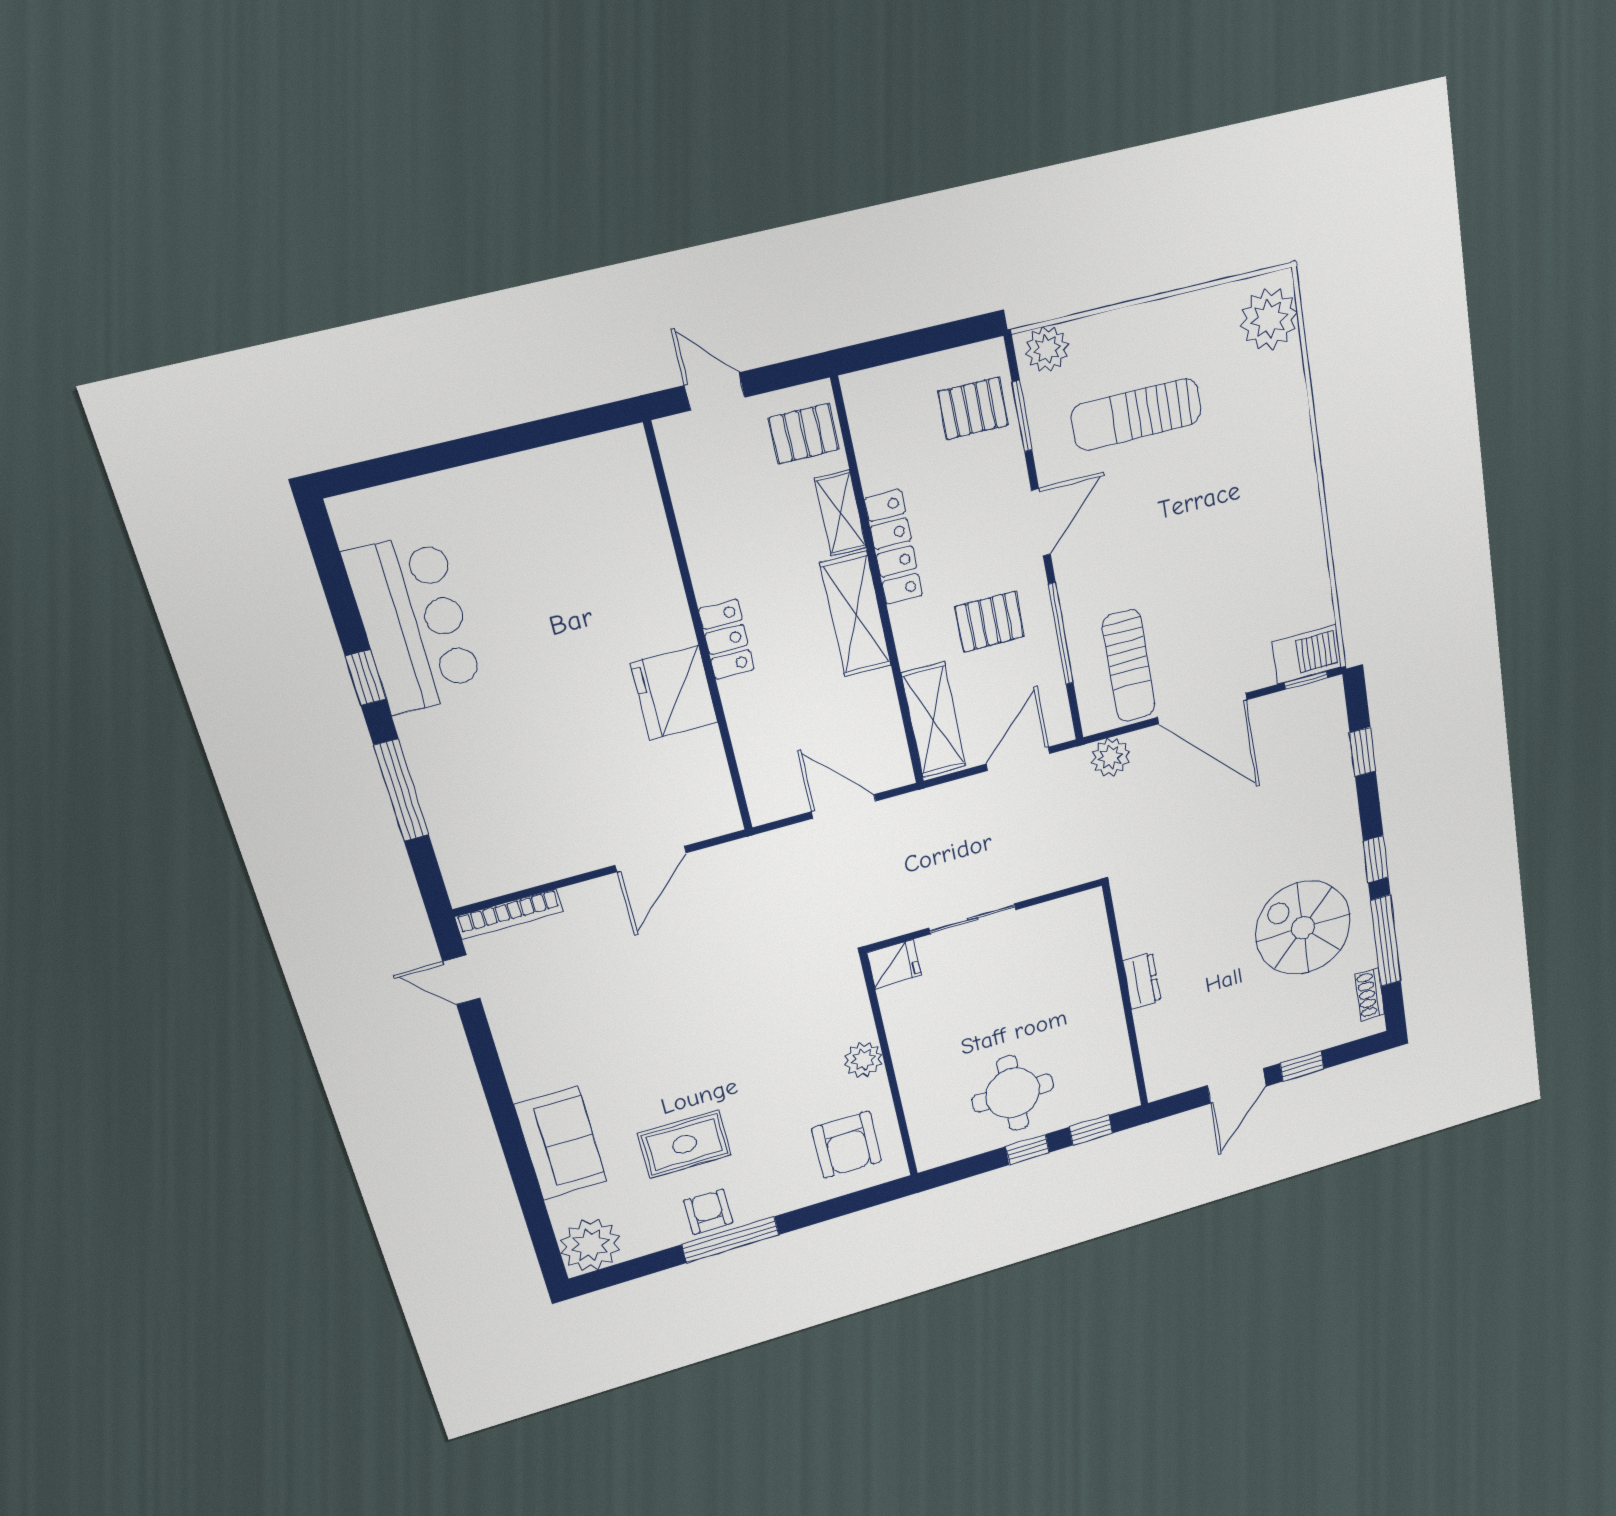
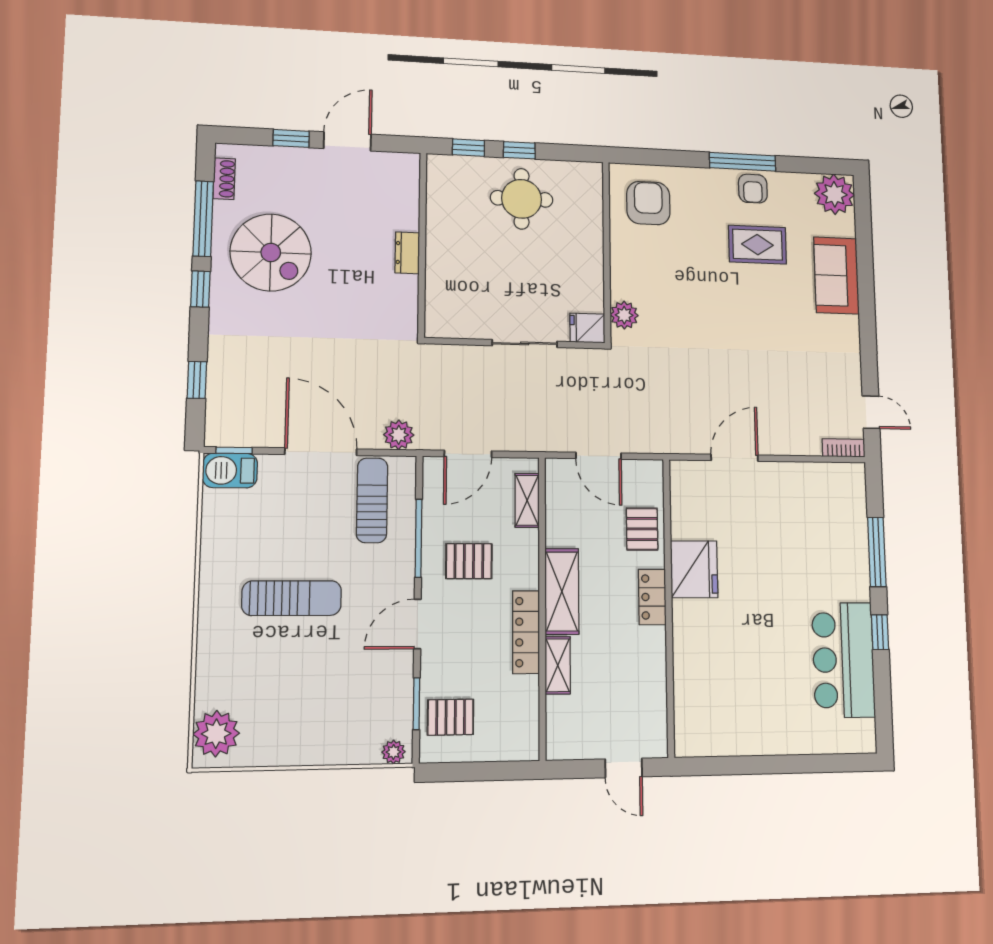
plant: (1047, 349) -> (394, 752), width x0.73, depth x0.73
sun lounger: (1136, 414) -> (292, 598), moved
pallet: (804, 434) -> (642, 529), moved, turned 90
shelving: (934, 720) -> (527, 500), width x0.67, depth x0.75
bookcase: (509, 914) -> (844, 448), width x0.64
plant: (863, 1060) -> (624, 315), moved

